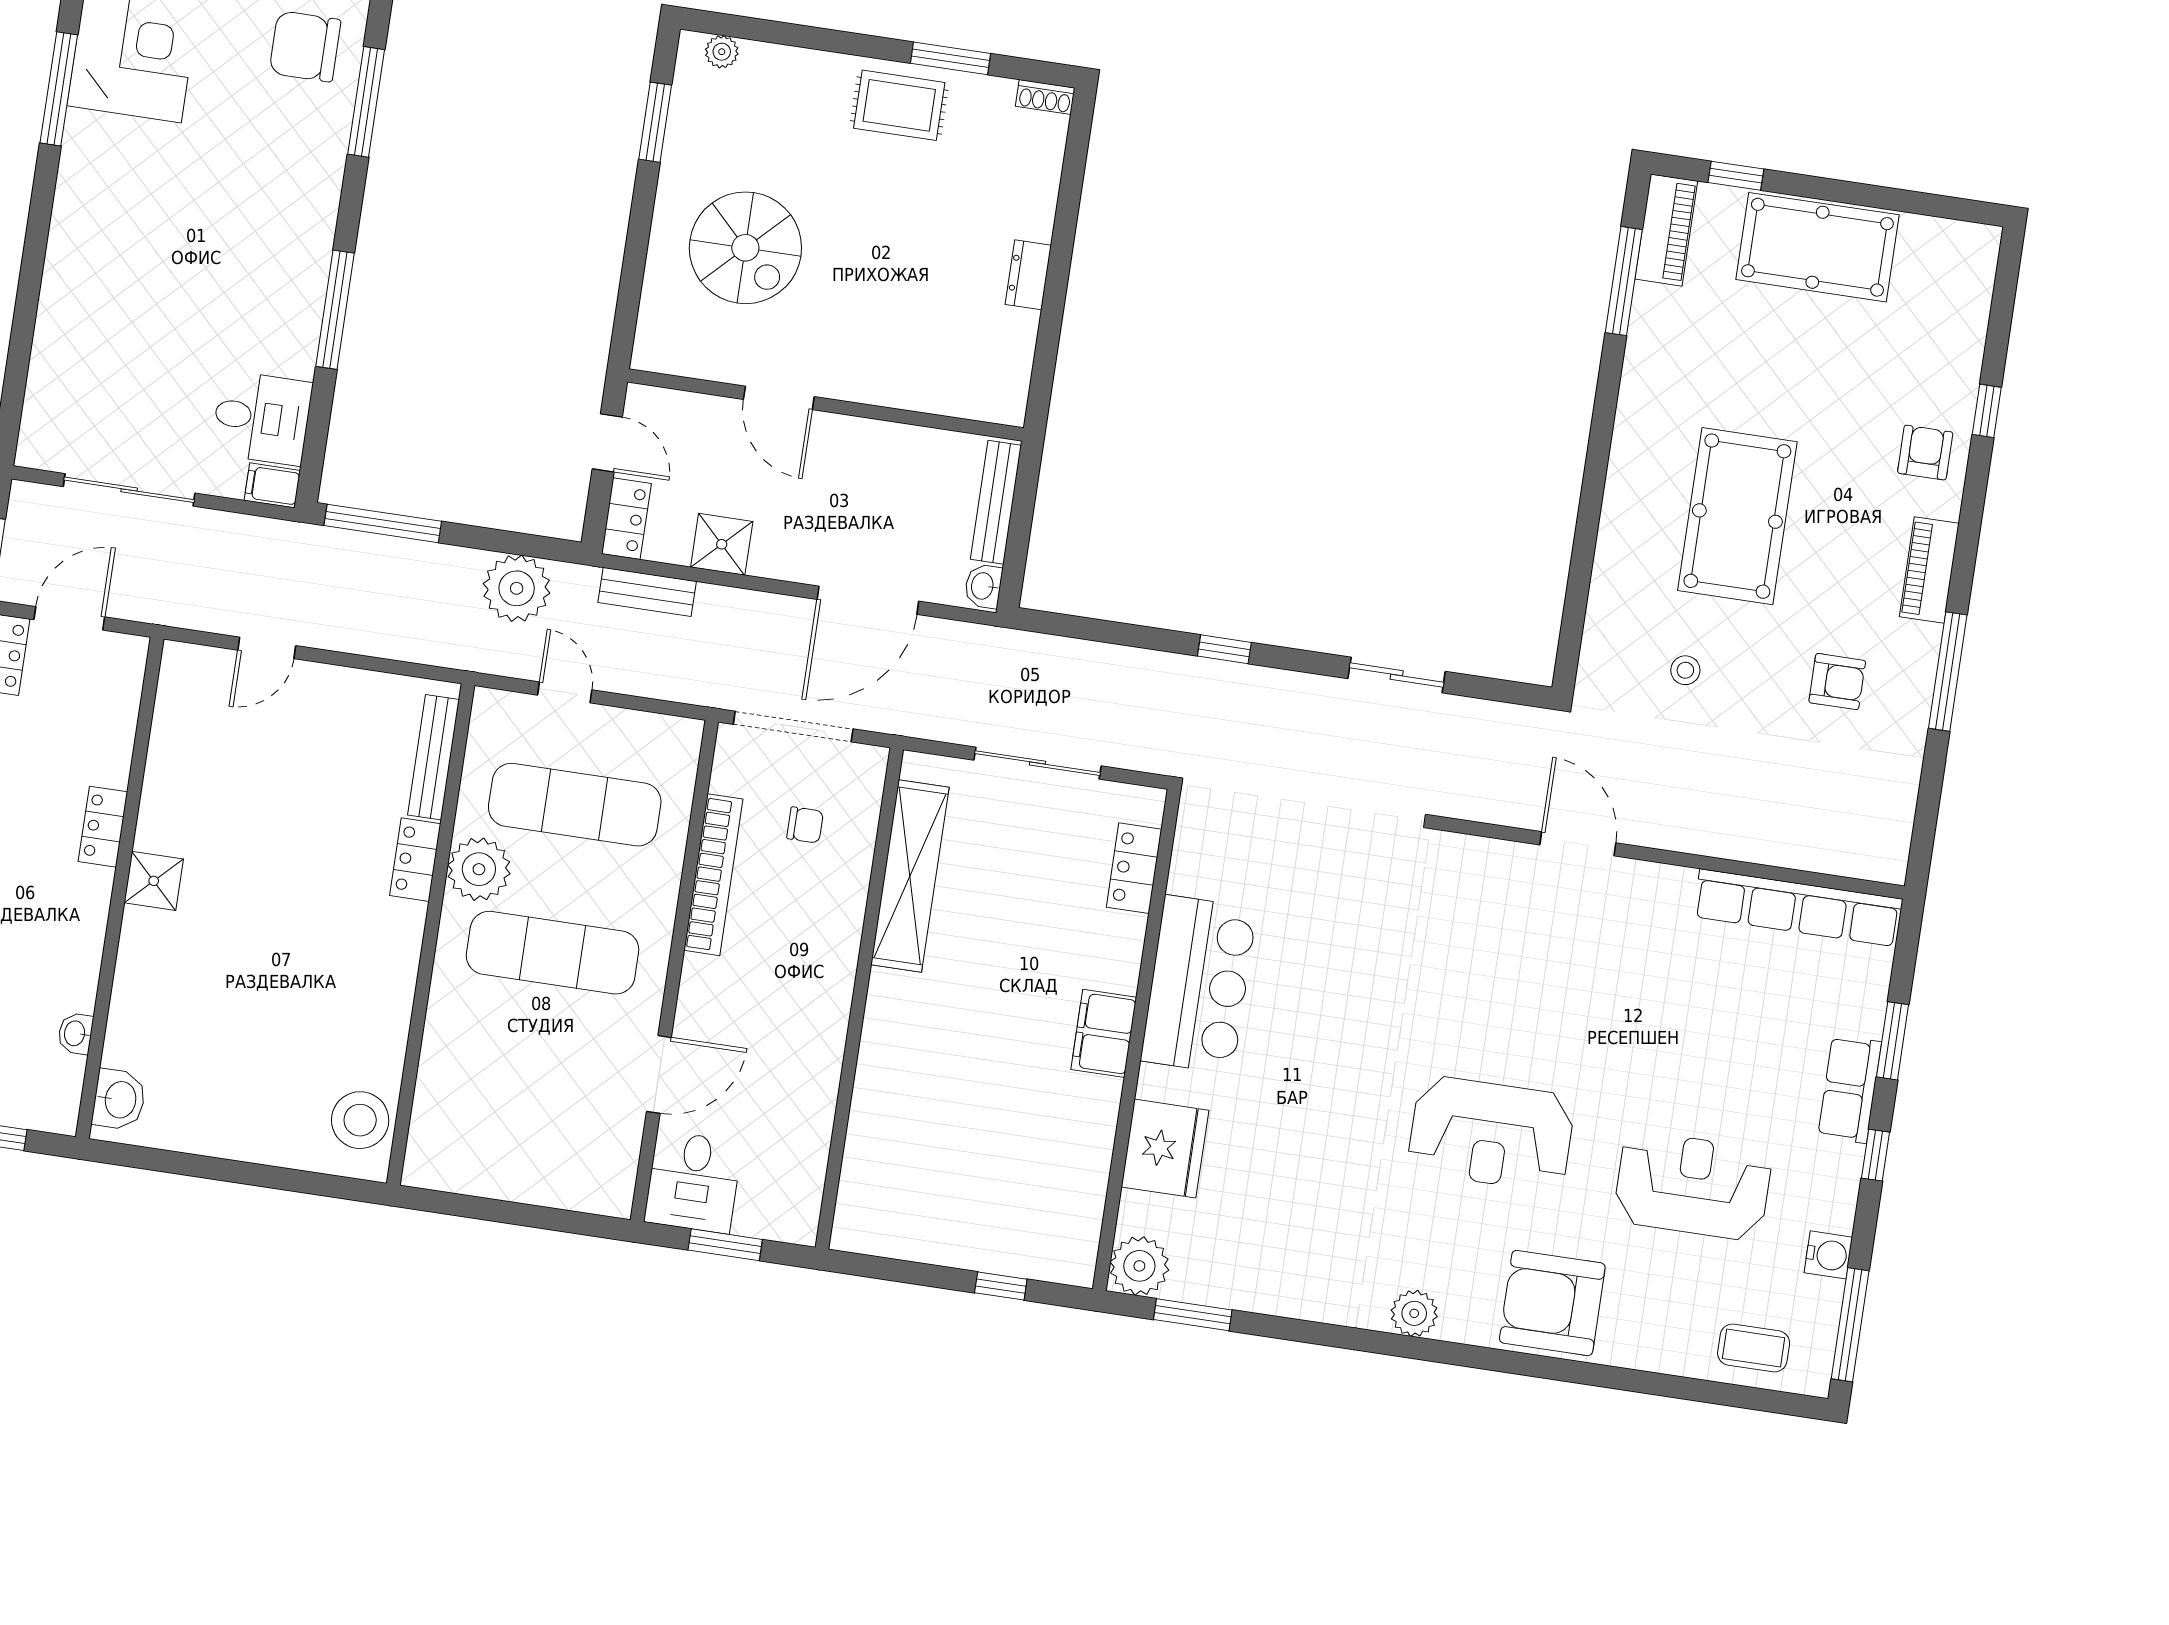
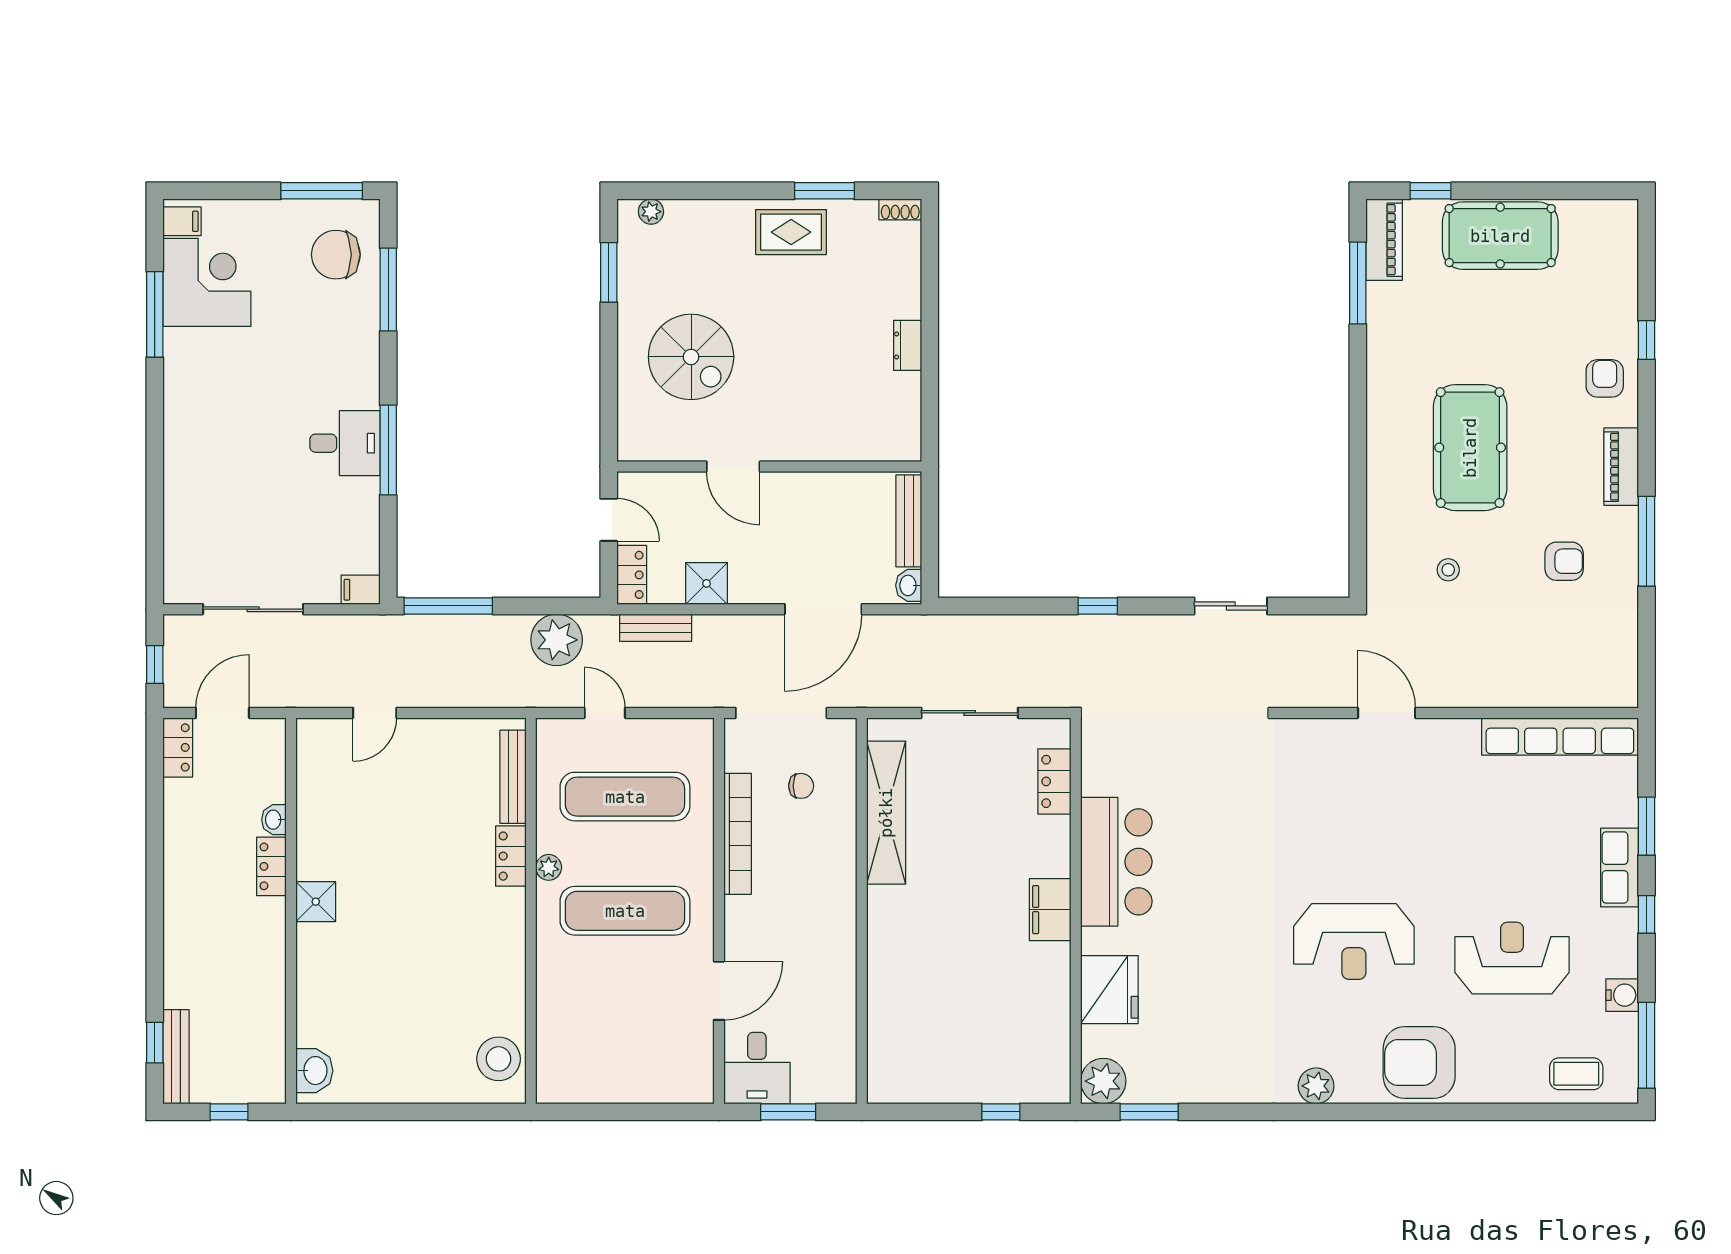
desk: (262, 418) -> (345, 443), moved
plant: (479, 869) -> (549, 867), width x0.53, depth x0.53
washbasin: (75, 1033) -> (274, 820), moved

